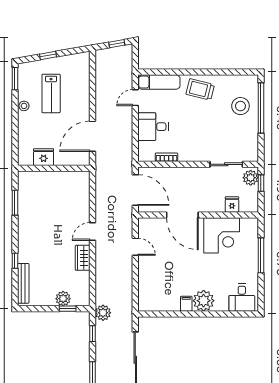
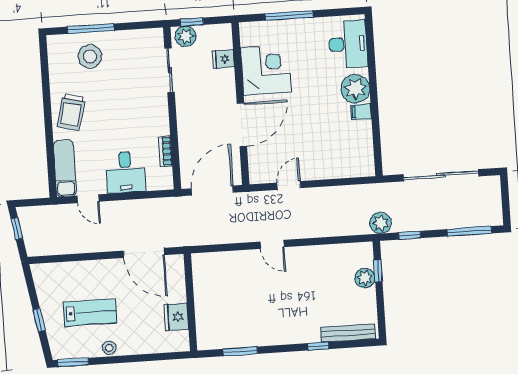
window: (261, 108) -> (91, 29), width x0.68
wardrobe: (83, 258) -> (308, 255), removed
desk: (242, 298) -> (348, 44), width x1.37

